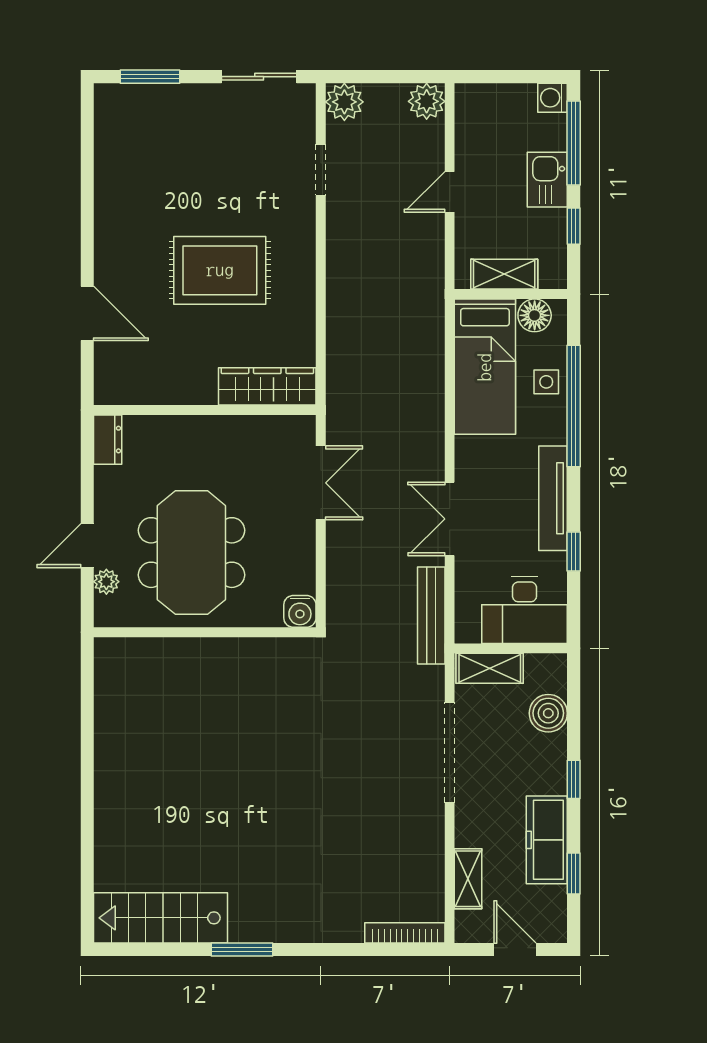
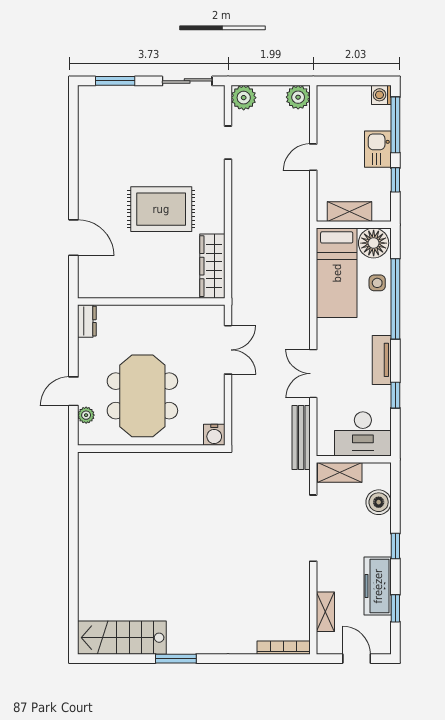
floor lamp: (535, 315) -> (374, 243), width x1.38, depth x1.38
wardrobe: (267, 386) -> (212, 266), moved, turned -90
tv unit: (553, 498) -> (382, 360), width x0.71

